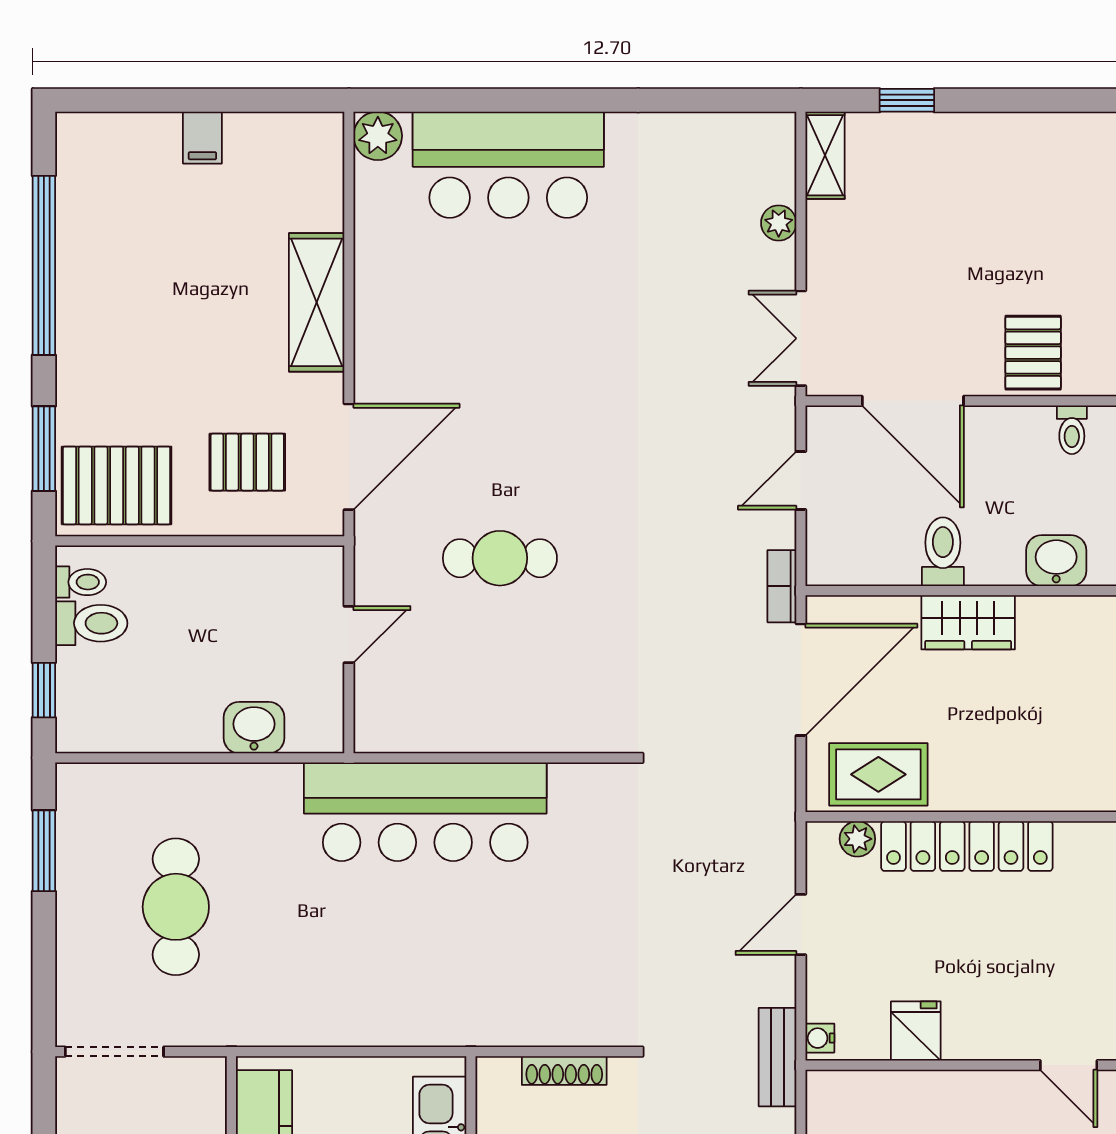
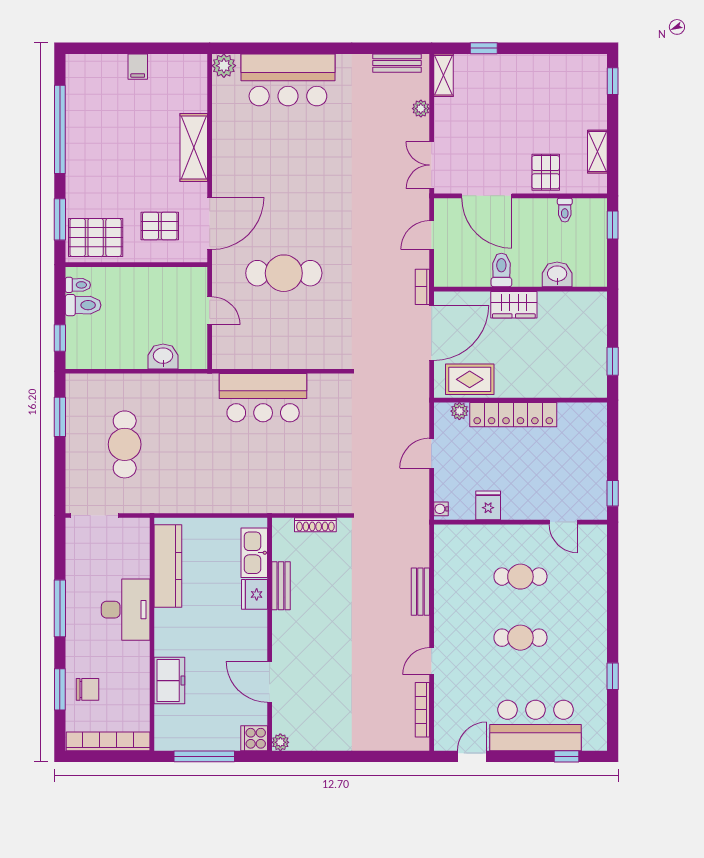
cafe table: (500, 558) -> (284, 273), width x1.37, depth x1.35
door: (349, 635) -> (210, 311), hinge flipped
bar counter: (425, 812) -> (263, 398), width x0.73
bench: (778, 1057) -> (397, 63), moved, turned 90

